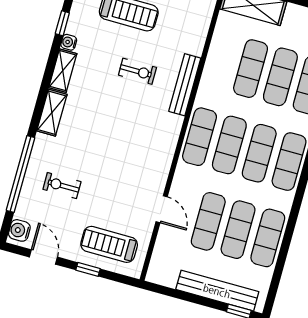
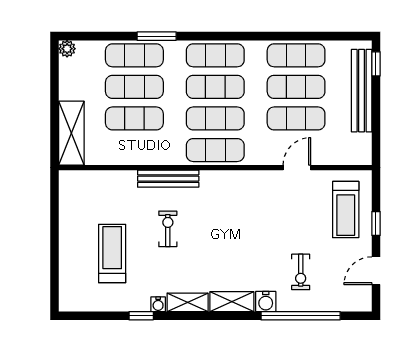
water cooler: (19, 230) -> (266, 302), moved

